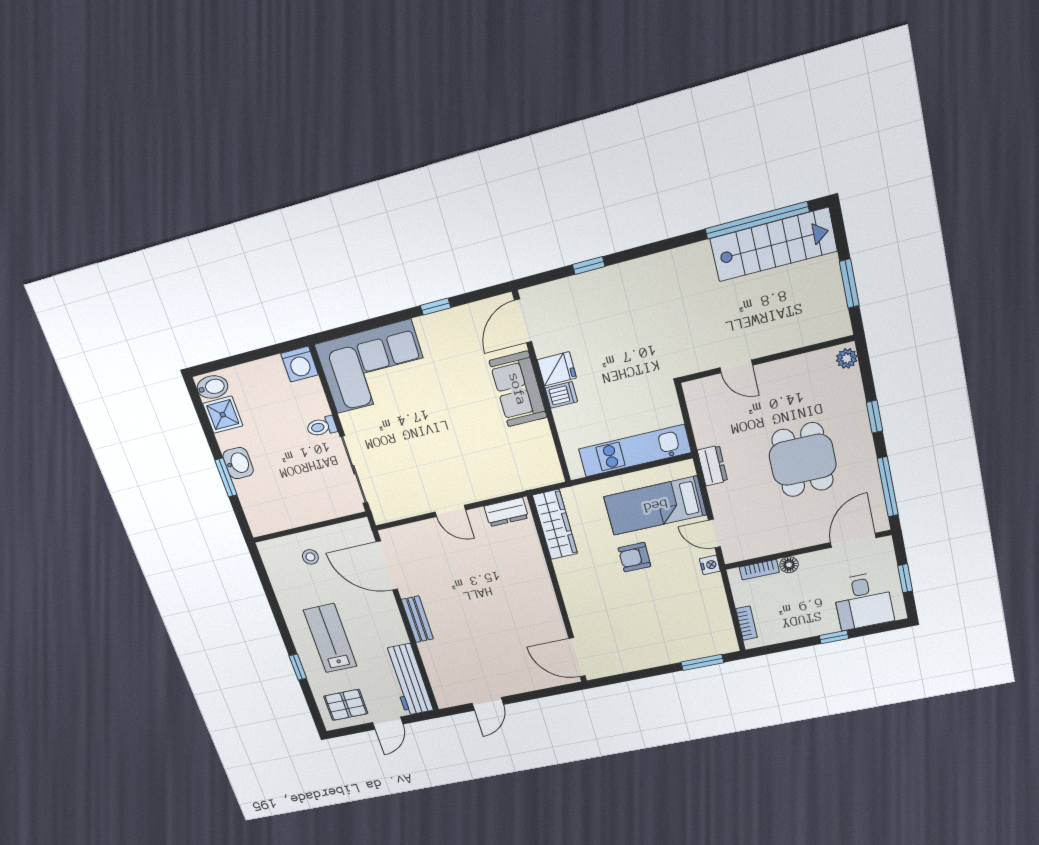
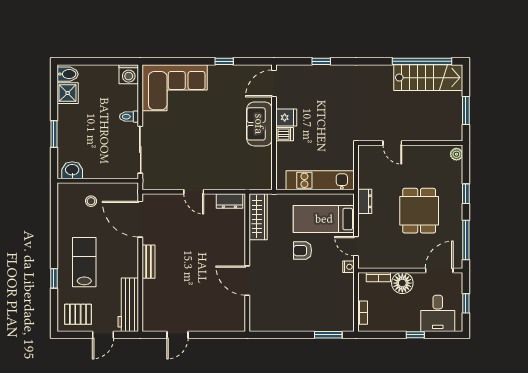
washbasin: (238, 463) -> (72, 170), moved, turned -90
floor lamp: (789, 565) -> (402, 283), width x1.89, depth x1.89
door: (577, 657) -> (247, 281), moved

